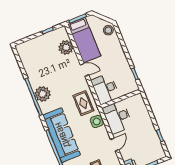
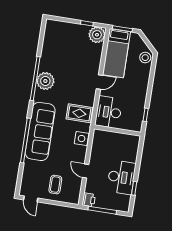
plant: (66, 47) -> (97, 35), moved
door: (84, 70) -> (100, 82), hinge flipped
rug: (83, 103) -> (79, 113), turned 90
desk: (117, 117) -> (121, 177), moved, turned 180
door: (115, 144) -> (86, 171), swing flipped

